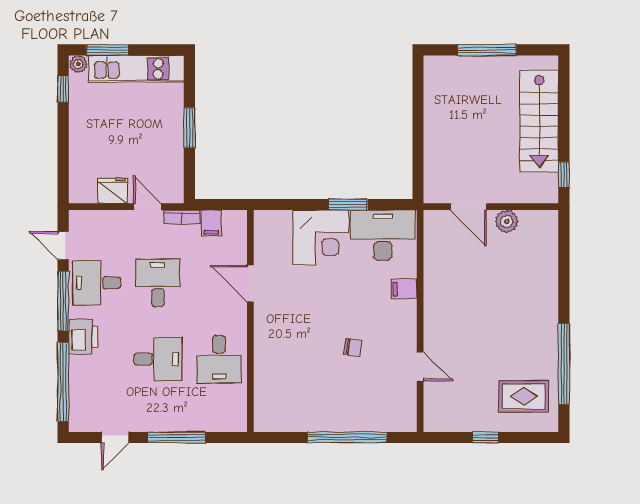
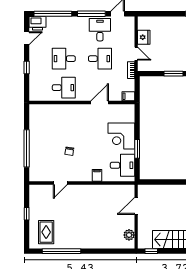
door: (147, 207) -> (136, 54), hinge flipped
plant: (507, 221) -> (129, 235), moved
filing cabinet: (211, 223) -> (128, 96), moved
desk: (383, 235) -> (122, 165), width x0.73
printer: (83, 337) -> (38, 23), moved
desk: (158, 359) -> (64, 59), turned 90
desk: (219, 359) -> (64, 88), turned 180
door: (115, 437) -> (27, 38), swing flipped
window: (177, 437) -> (27, 68), width x0.46

